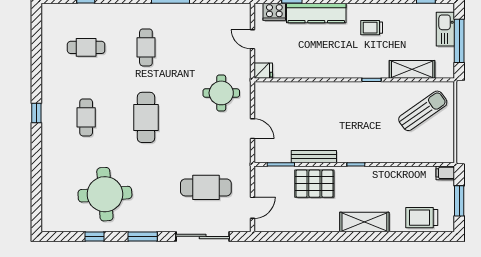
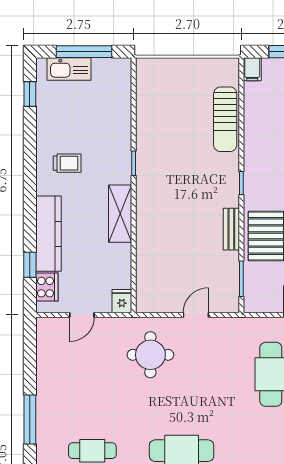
trolley: (372, 28) -> (67, 163), turned -90
shelving: (412, 69) -> (120, 214), moved
sun lounger: (423, 111) -> (225, 119), moved, turned -145
bench: (314, 157) -> (231, 229), width x0.73

